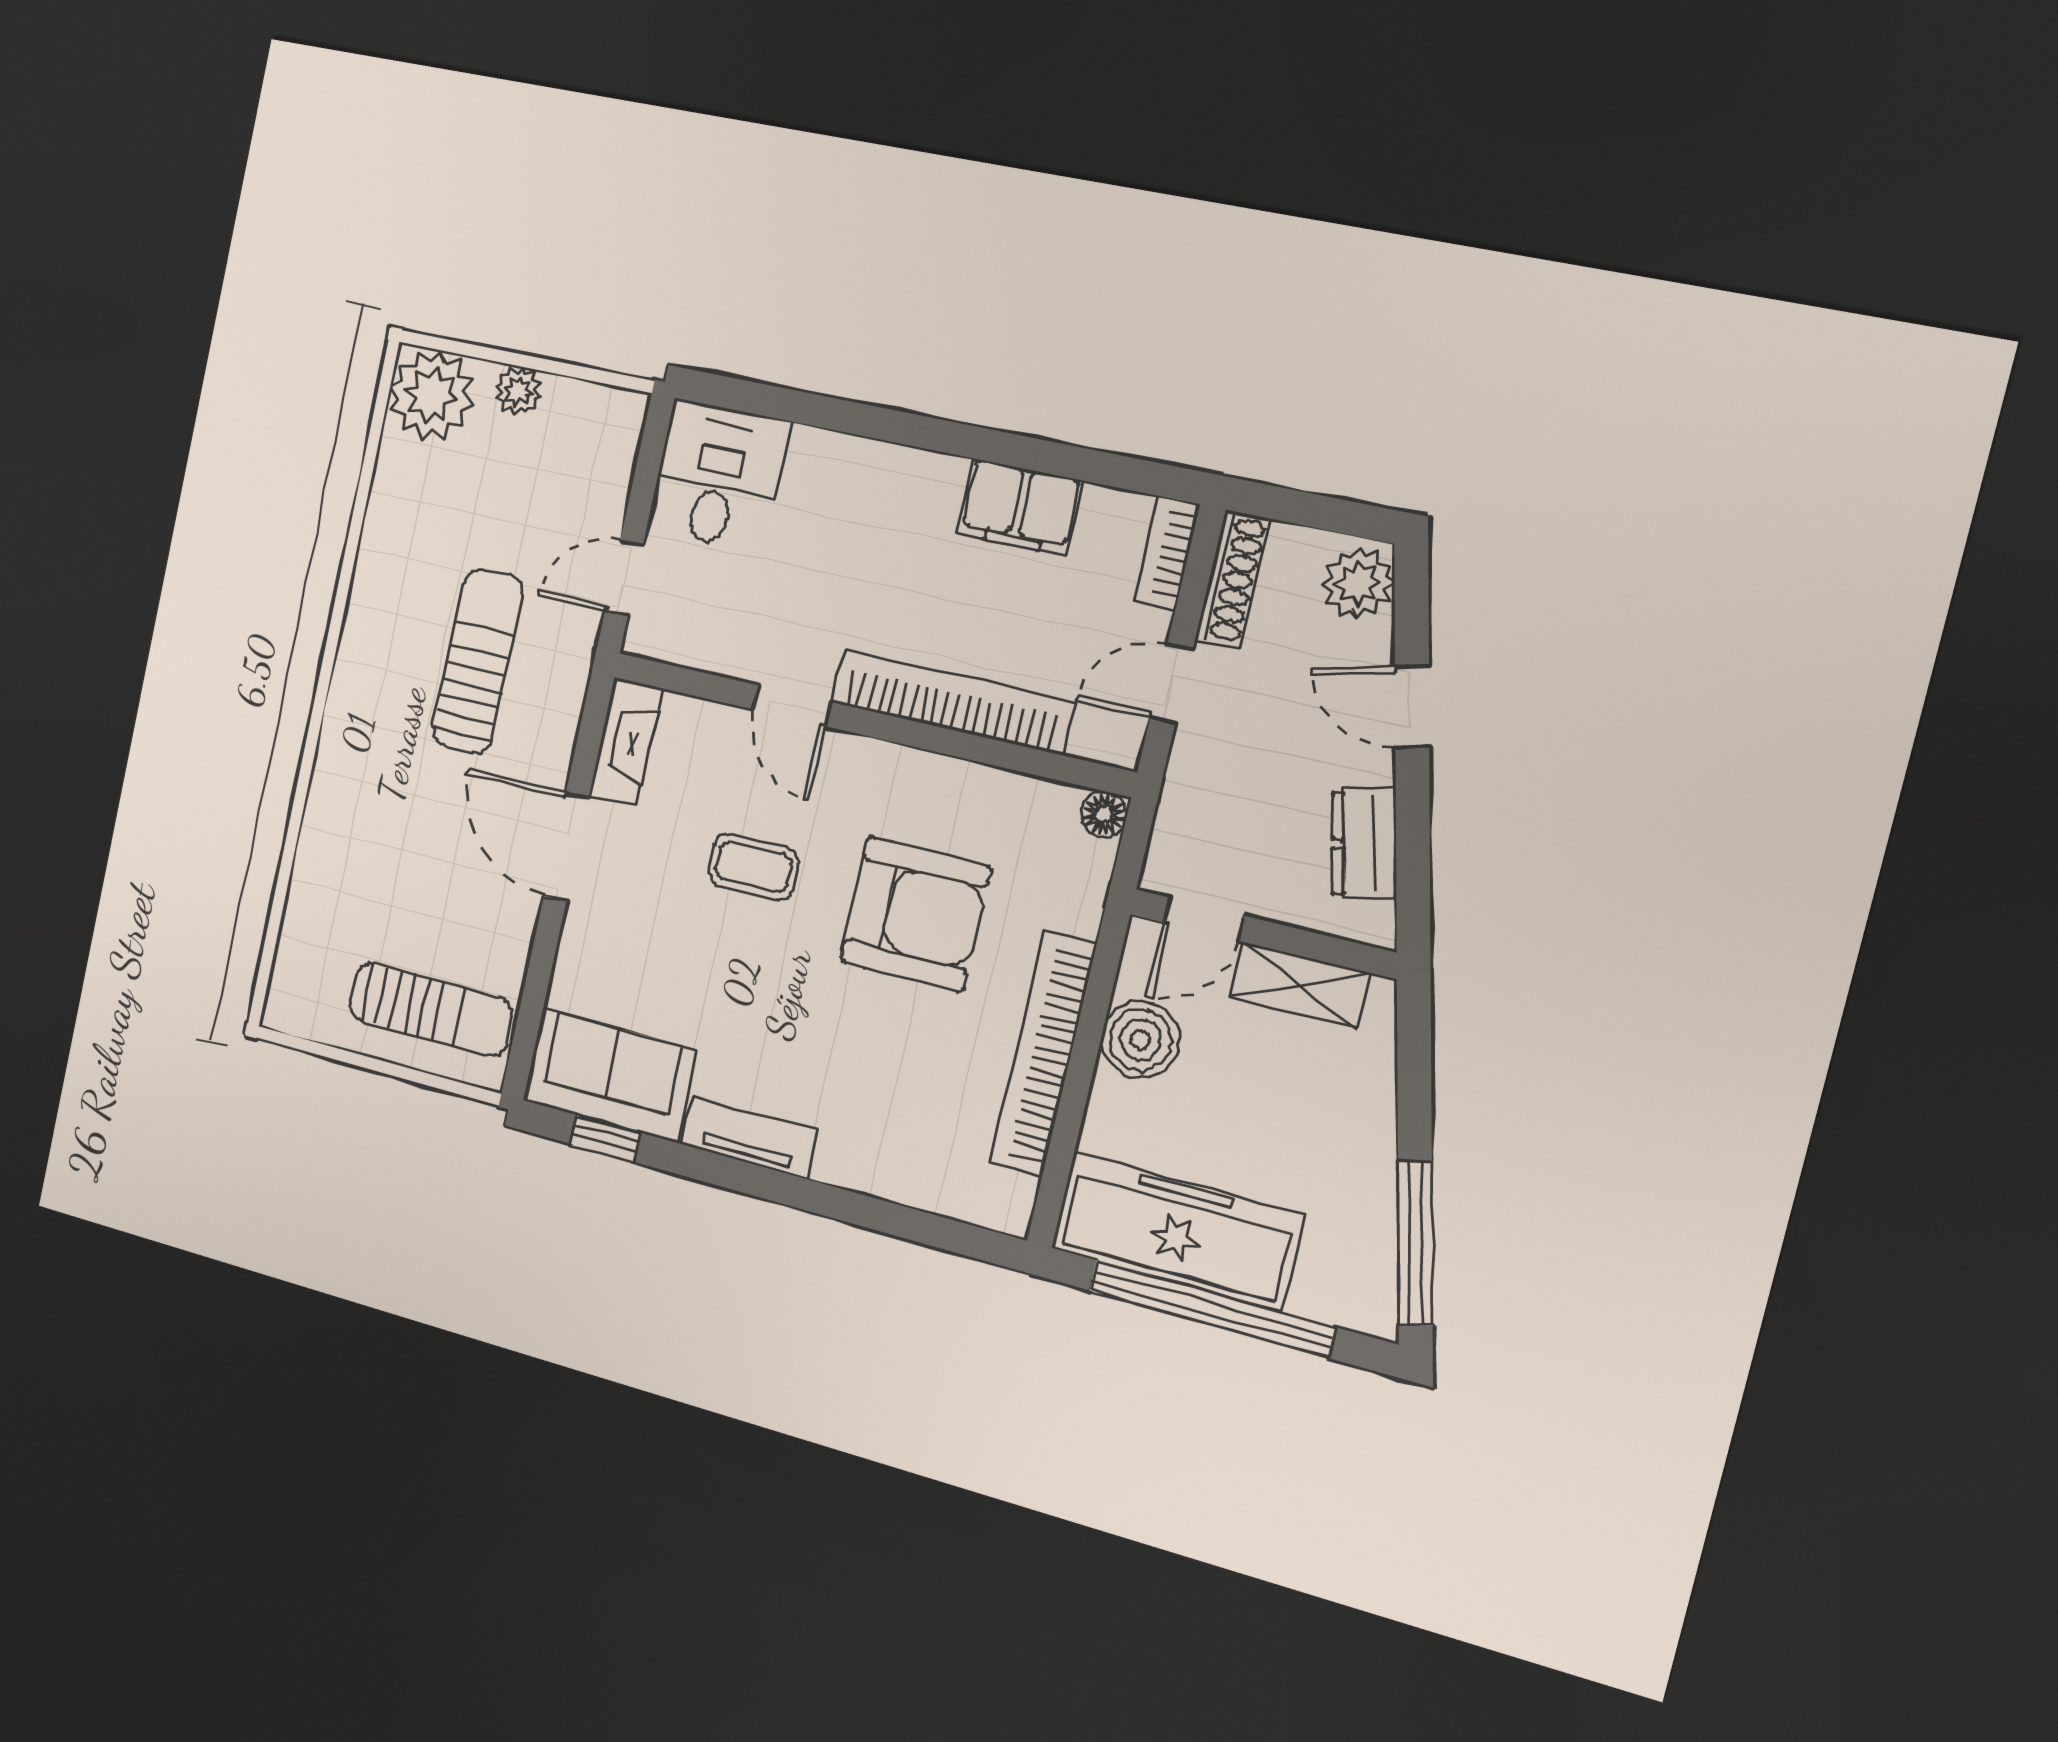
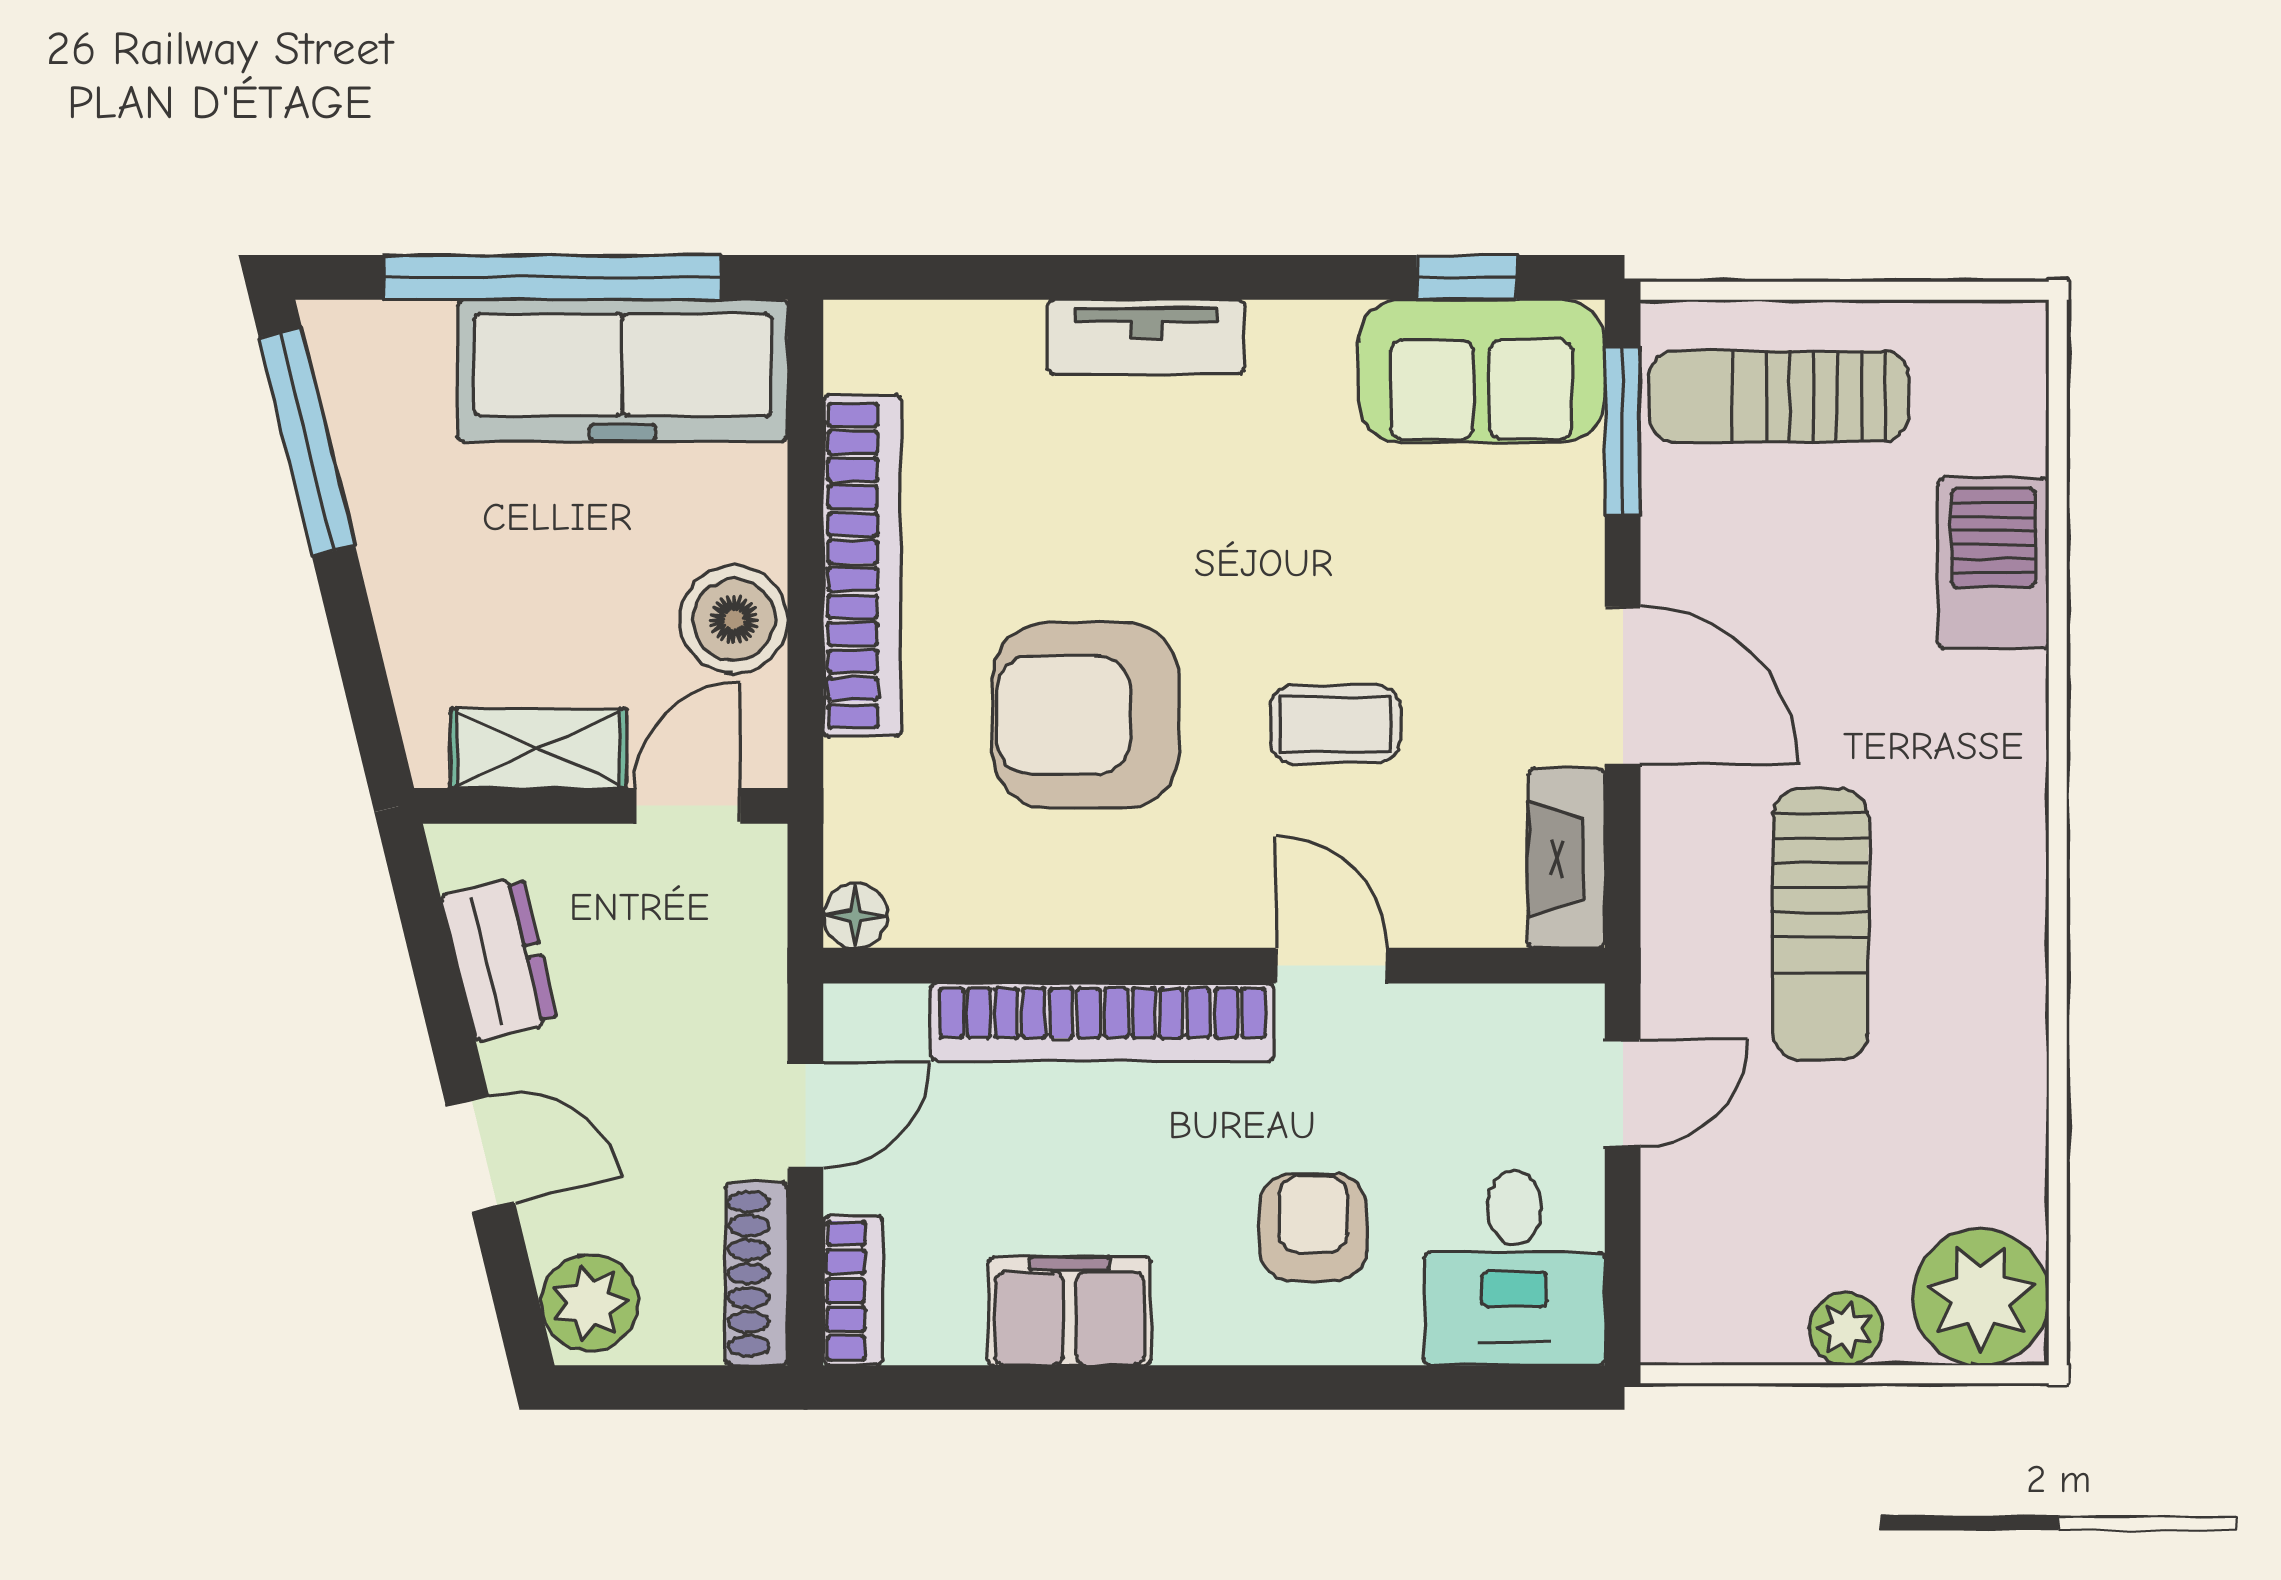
armchair: (843, 531) -> (1313, 1227), added
barbecue: (325, 868) -> (1993, 563), added
window: (531, 1012) -> (1623, 431), added
tv unit: (749, 1137) -> (1146, 337), moved

